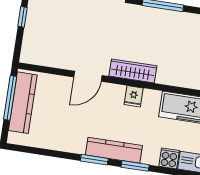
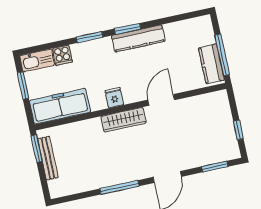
kitchen counter: (23, 103) -> (211, 64), width x0.67
kitchen counter: (114, 150) -> (138, 38), moved

